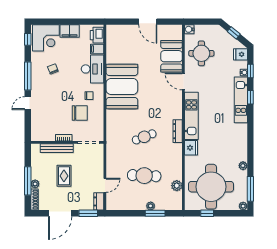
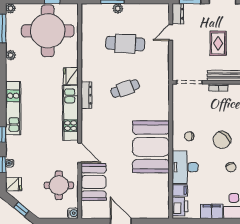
kitchen unit: (241, 100) -> (13, 108), moved
chair: (80, 113) -> (222, 140), moved, turned -46
plant: (177, 186) -> (87, 32), removed

